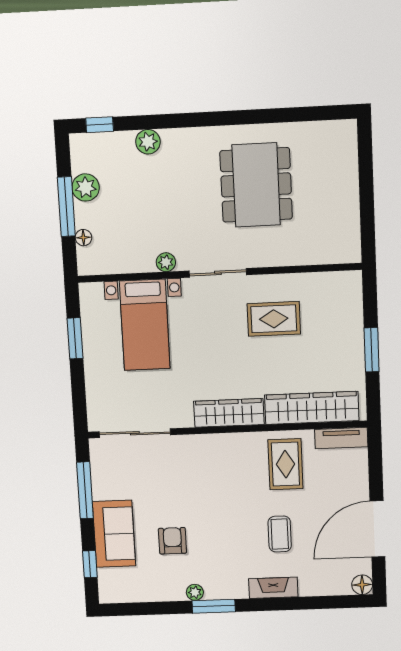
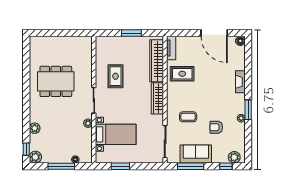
plant: (86, 187) -> (35, 157), moved
sofa: (114, 534) -> (196, 154), moved
coffee table: (280, 534) -> (188, 117), moved
plant: (110, 581) -> (234, 157), added

